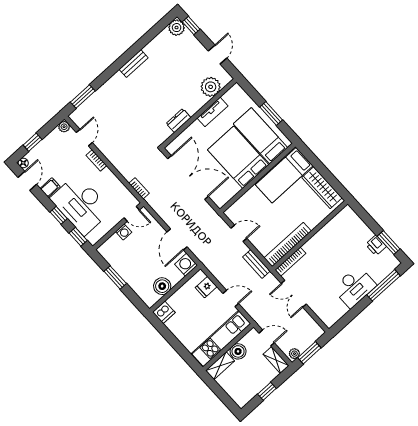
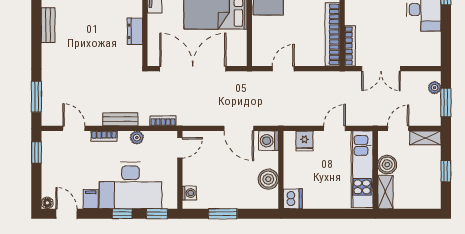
plant: (64, 127) -> (137, 138), moved
window: (32, 142) -> (36, 152), moved
washing machine: (124, 232) -> (189, 193), moved
bench: (256, 264) -> (120, 119), moved
plant: (294, 354) -> (435, 88), moved

